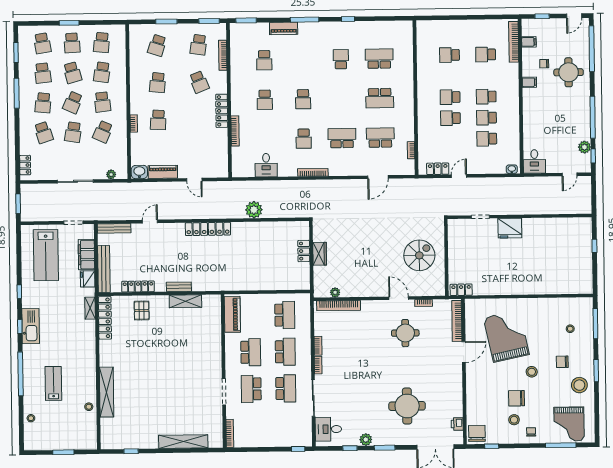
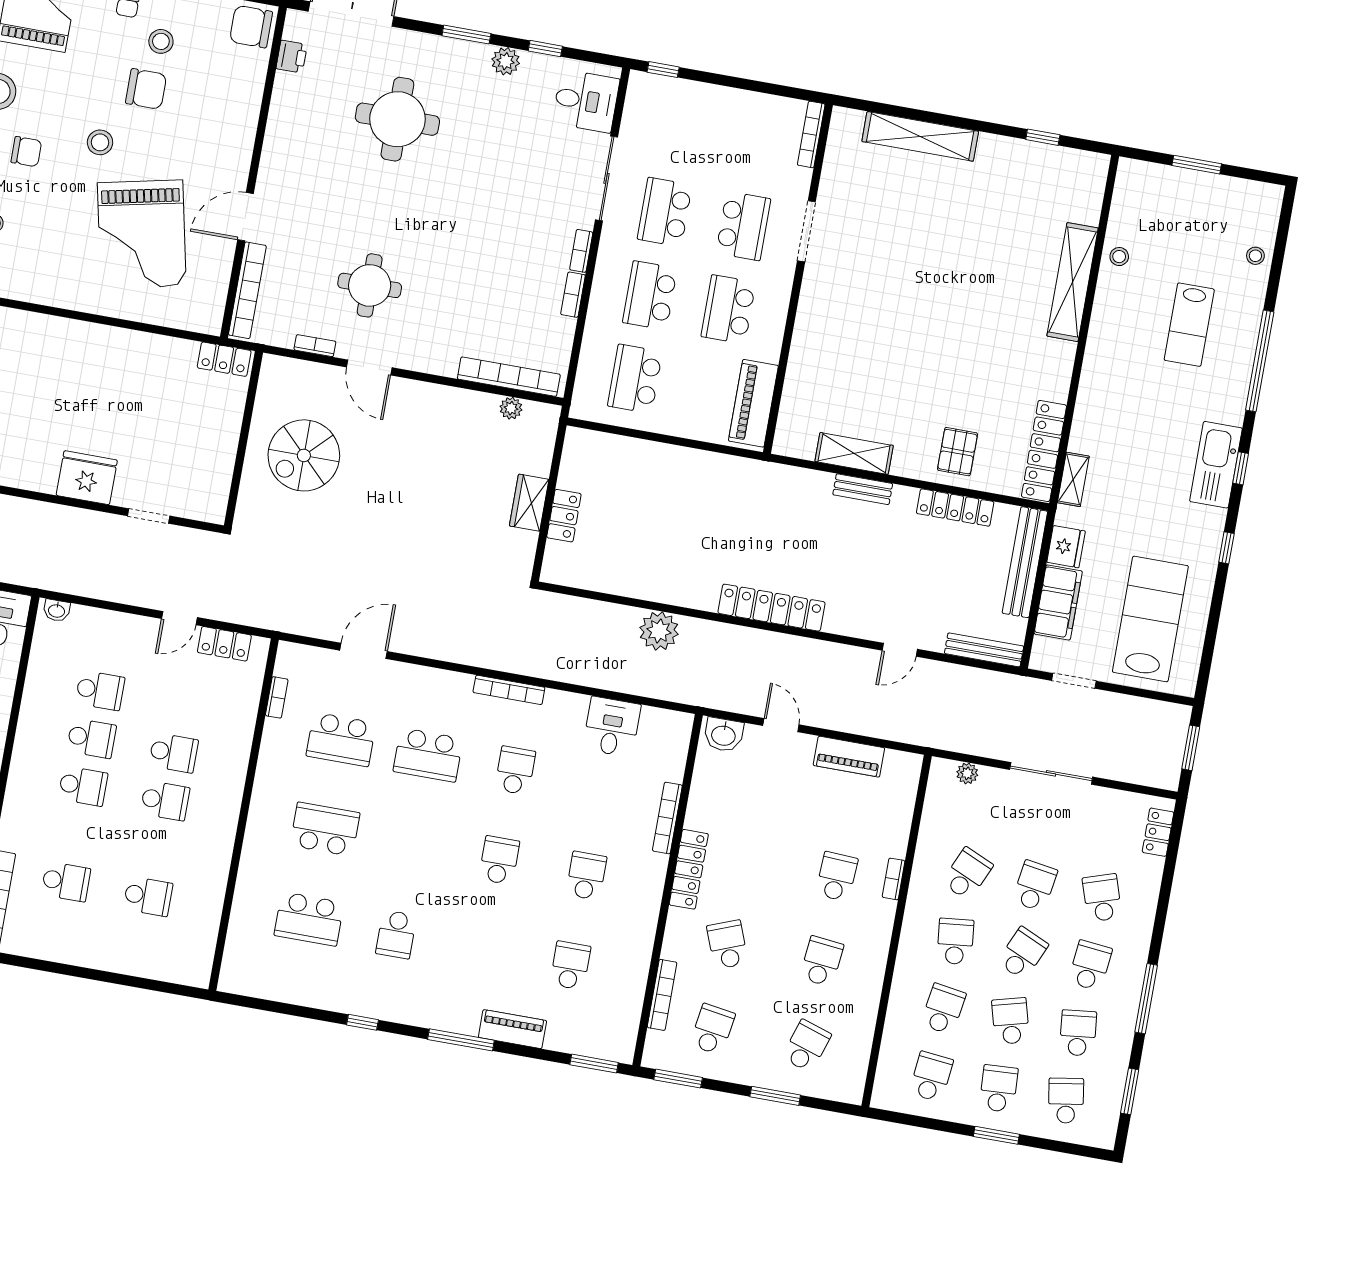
washbasin: (139, 172) -> (724, 735), moved
chair: (477, 433) -> (251, 27), turned 90

